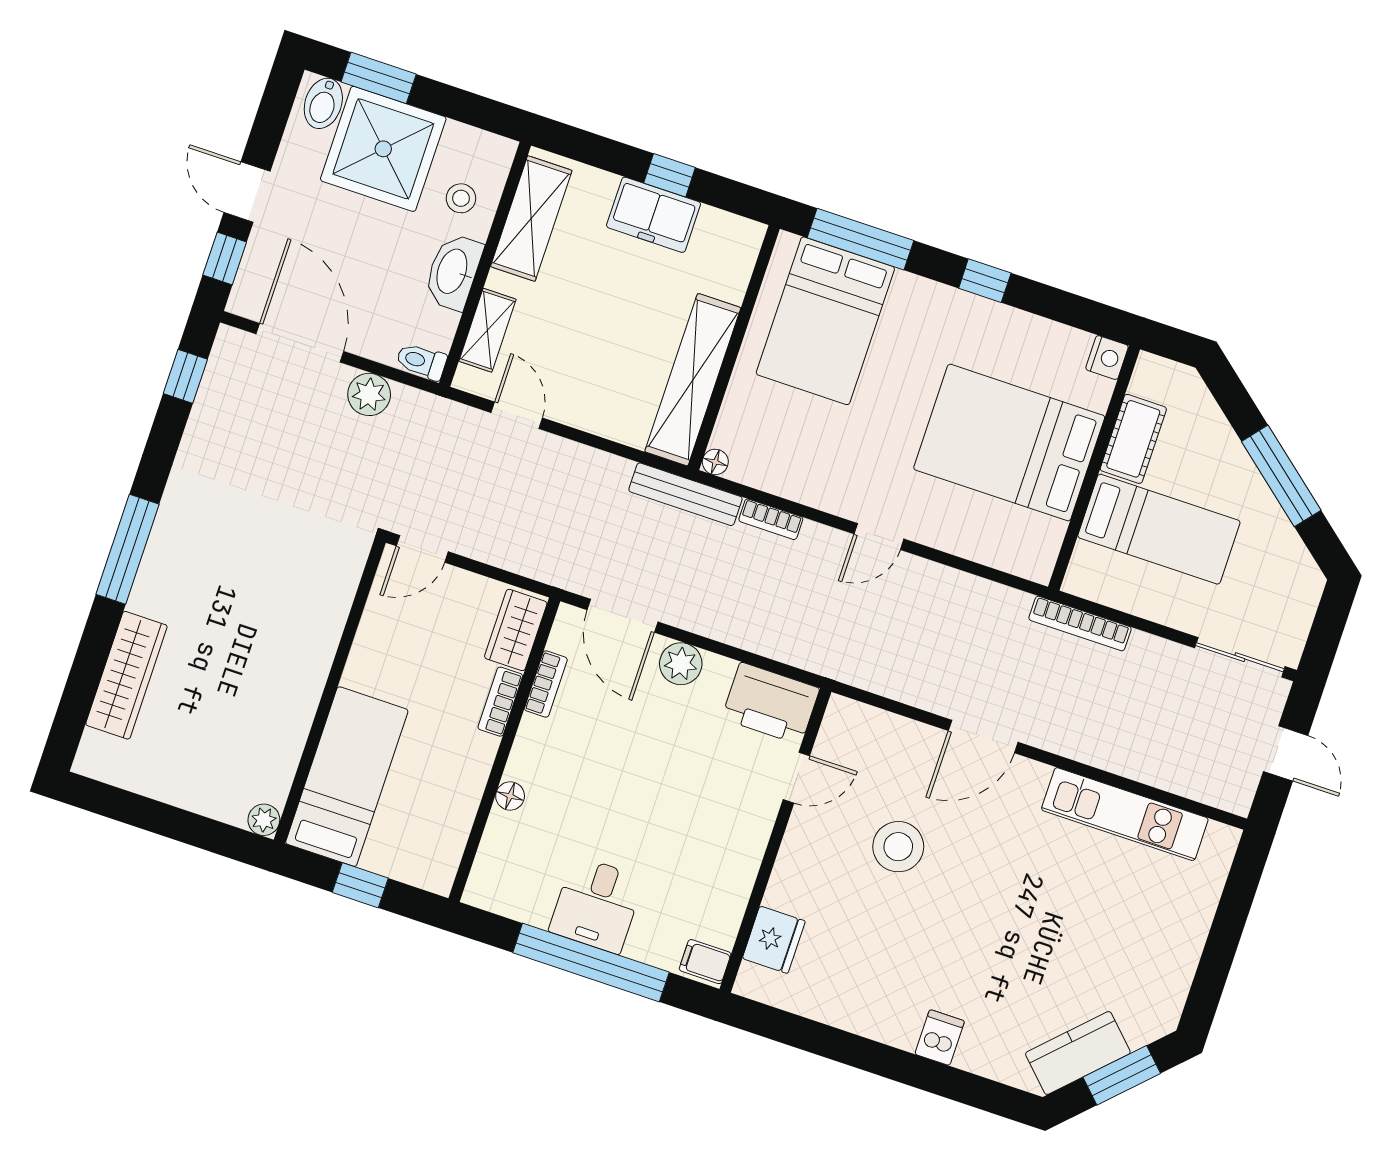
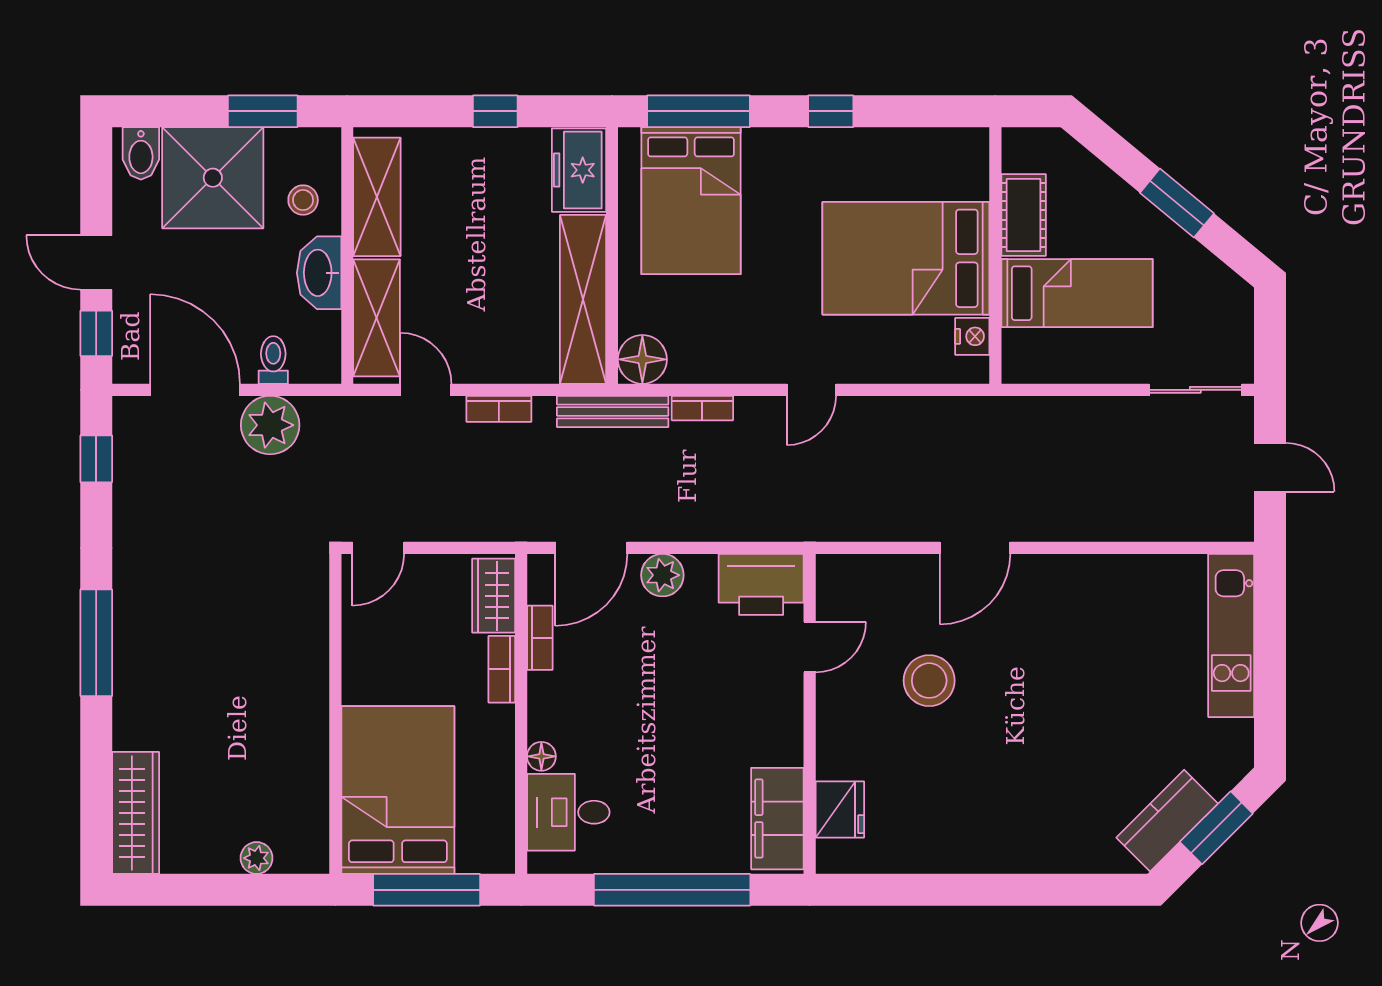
window: (379, 78) -> (263, 111), moved
freezer: (654, 215) -> (579, 170), moved, turned 90
shelving: (487, 330) -> (377, 318), width x1.50, depth x1.33
nightstand: (1107, 358) -> (972, 336), moved
toilet: (421, 361) -> (273, 360), moved, turned 90
plant: (369, 394) -> (270, 425), width x1.36, depth x1.36
floor lamp: (715, 462) -> (642, 359), width x1.89, depth x1.89
window: (1281, 476) -> (1177, 203), width x0.69
door: (623, 616) -> (591, 548), hinge flipped
bookcase: (1080, 623) -> (499, 409), moved, width x0.64
wardrobe: (126, 675) -> (136, 813), moved
bed: (347, 777) -> (398, 790), width x1.50
kitchen unit: (1125, 814) -> (1231, 635), moved, turned 90
plant: (264, 820) -> (257, 858), moved
window: (360, 885) -> (427, 890), width x2.17
desk: (597, 905) -> (568, 812), moved, turned 90
filing cabinet: (705, 962) -> (777, 819), width x3.00, depth x1.17
dishwasher: (940, 1038) -> (1030, 850), removed

